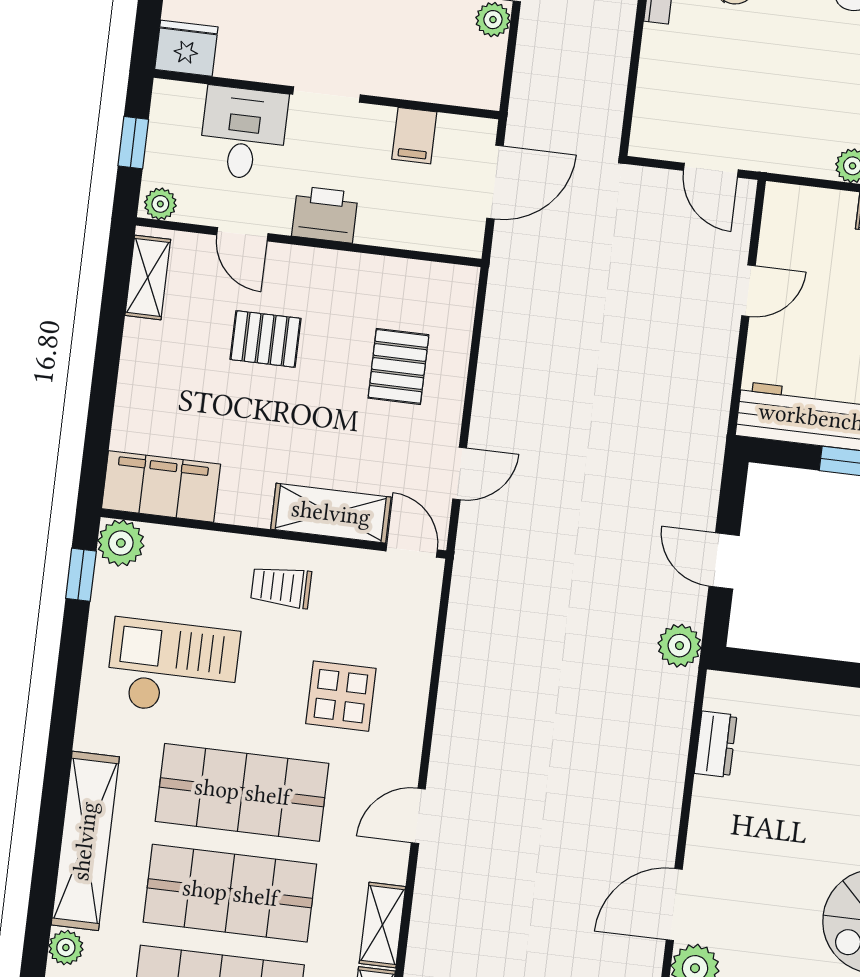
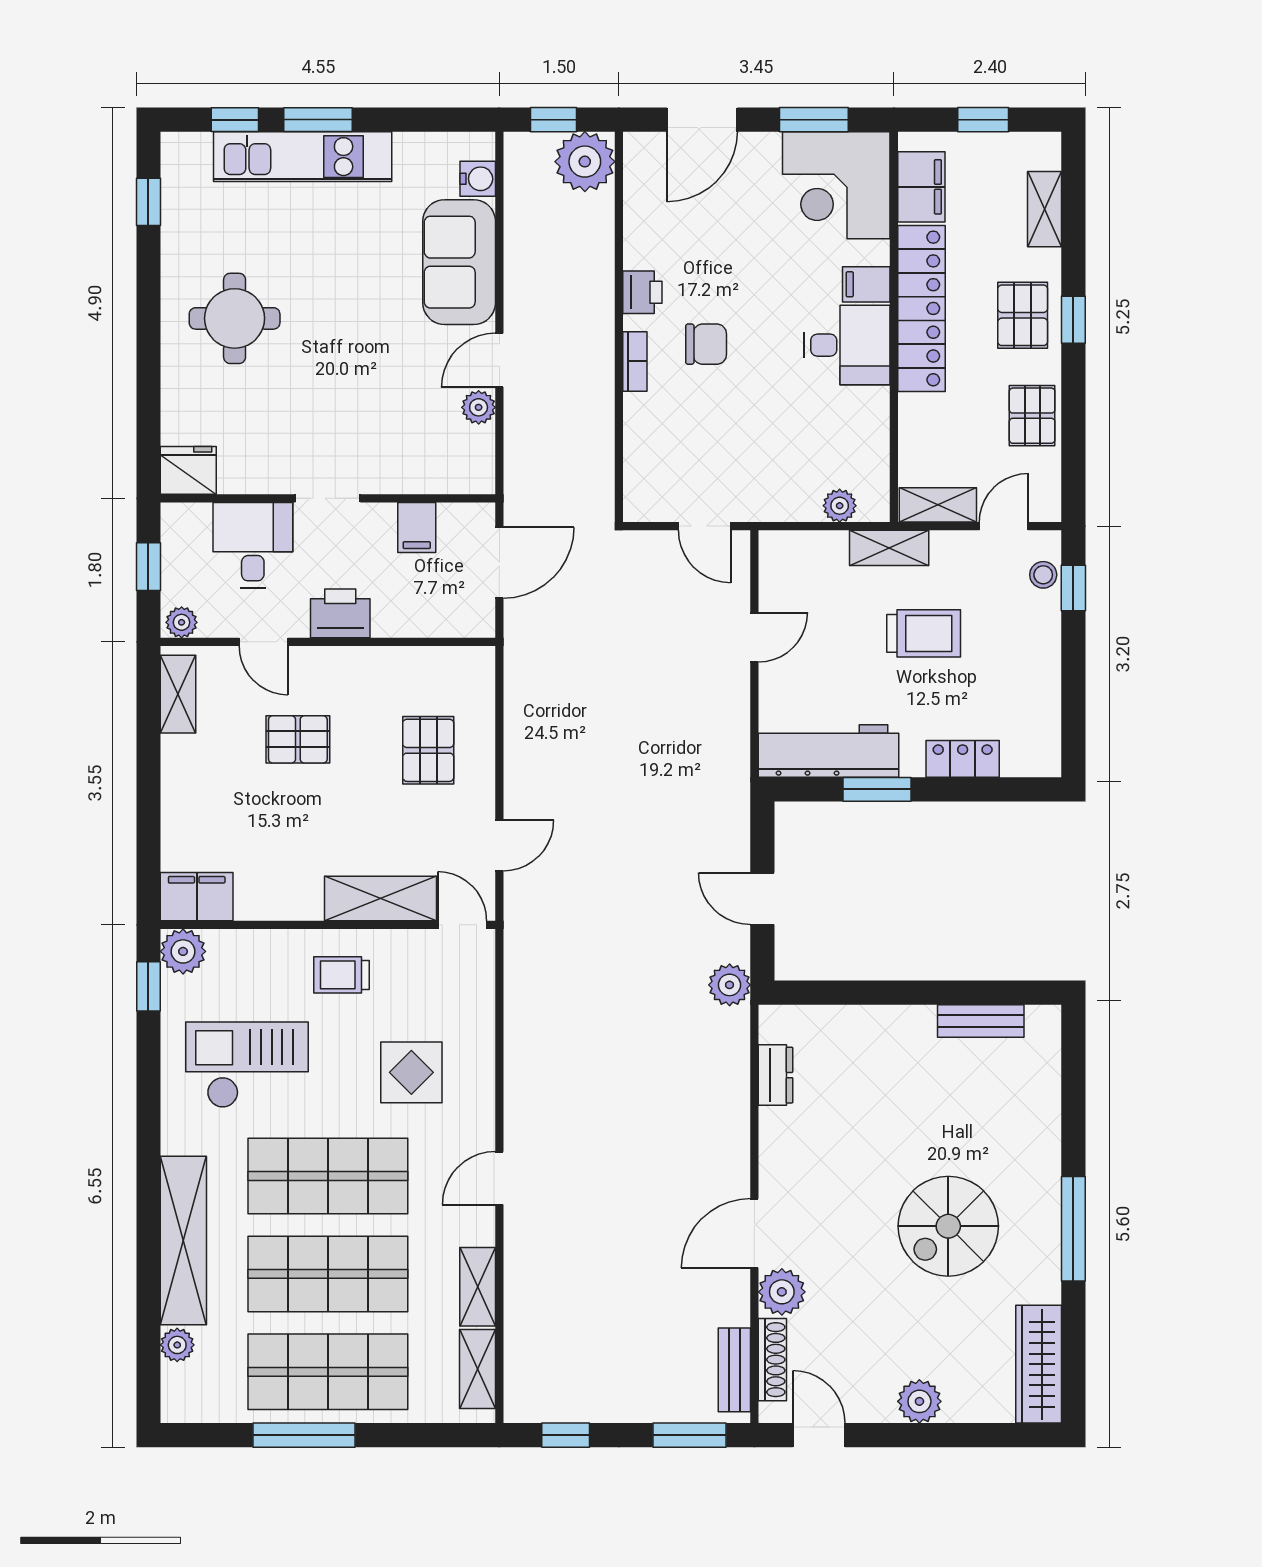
filing cabinet: (161, 486) -> (197, 897), width x0.67, depth x0.86

